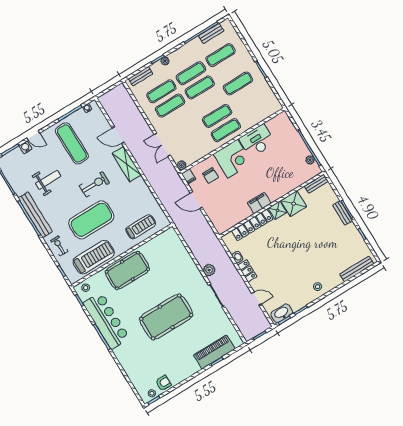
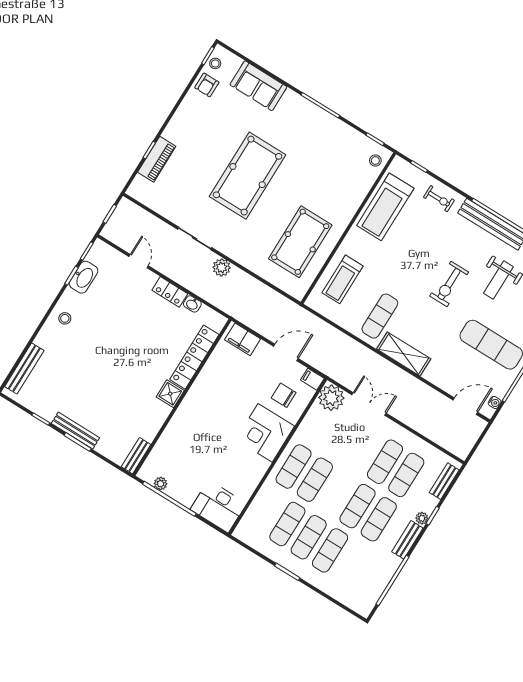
bench: (211, 33) -> (407, 540), moved
exercise mat: (221, 55) -> (330, 550), moved
exercise mat: (247, 98) -> (287, 524), added
door: (118, 135) -> (465, 406), moved
desk: (257, 141) -> (218, 506), moved, turned 90
plant: (182, 165) -> (331, 398), width x1.88, depth x1.88
exercise bike: (94, 184) -> (449, 284), moved
filing cabinet: (259, 203) -> (243, 339), moved, turned 90
shower: (294, 204) -> (153, 414), removed
bench: (343, 213) -> (75, 431), width x1.36
exercise mat: (91, 220) -> (380, 316), moved, width x0.50, depth x0.69
pool table: (127, 270) -> (300, 242), moved
door: (257, 299) -> (139, 261), swing flipped
washbasin: (282, 313) -> (84, 277), moved
bar counter: (106, 321) -> (325, 130), removed
piano: (214, 352) -> (157, 159), width x0.73, depth x0.75
sofa: (133, 367) -> (258, 86), added

